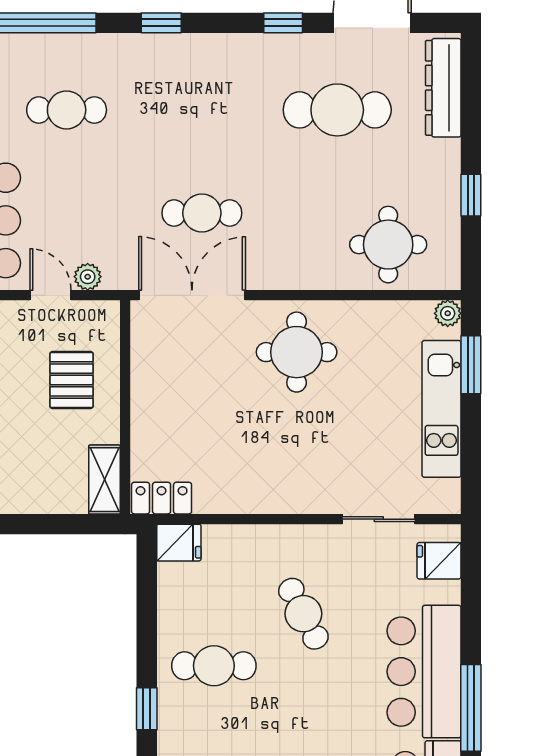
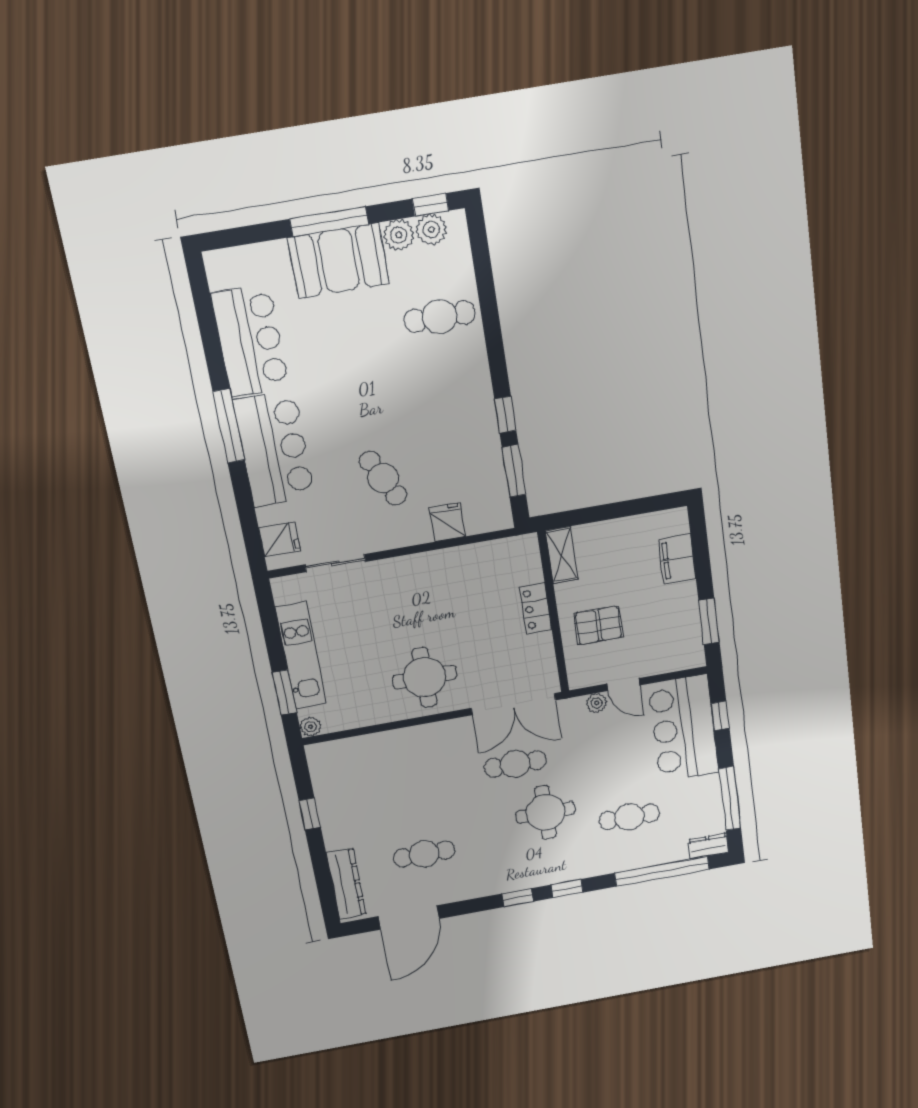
window: (283, 23) -> (518, 898), moved
cafe table: (337, 110) -> (424, 854), width x0.73, depth x0.74
round table: (388, 245) -> (545, 812), moved
pallet: (72, 380) -> (598, 625), turned 90
locker: (162, 498) -> (536, 608), moved, turned 90
fridge: (179, 543) -> (447, 522), moved, turned 90
window: (147, 595) -> (514, 471), added
cafe table: (214, 666) -> (450, 424), removed
window: (147, 709) -> (505, 415), moved

